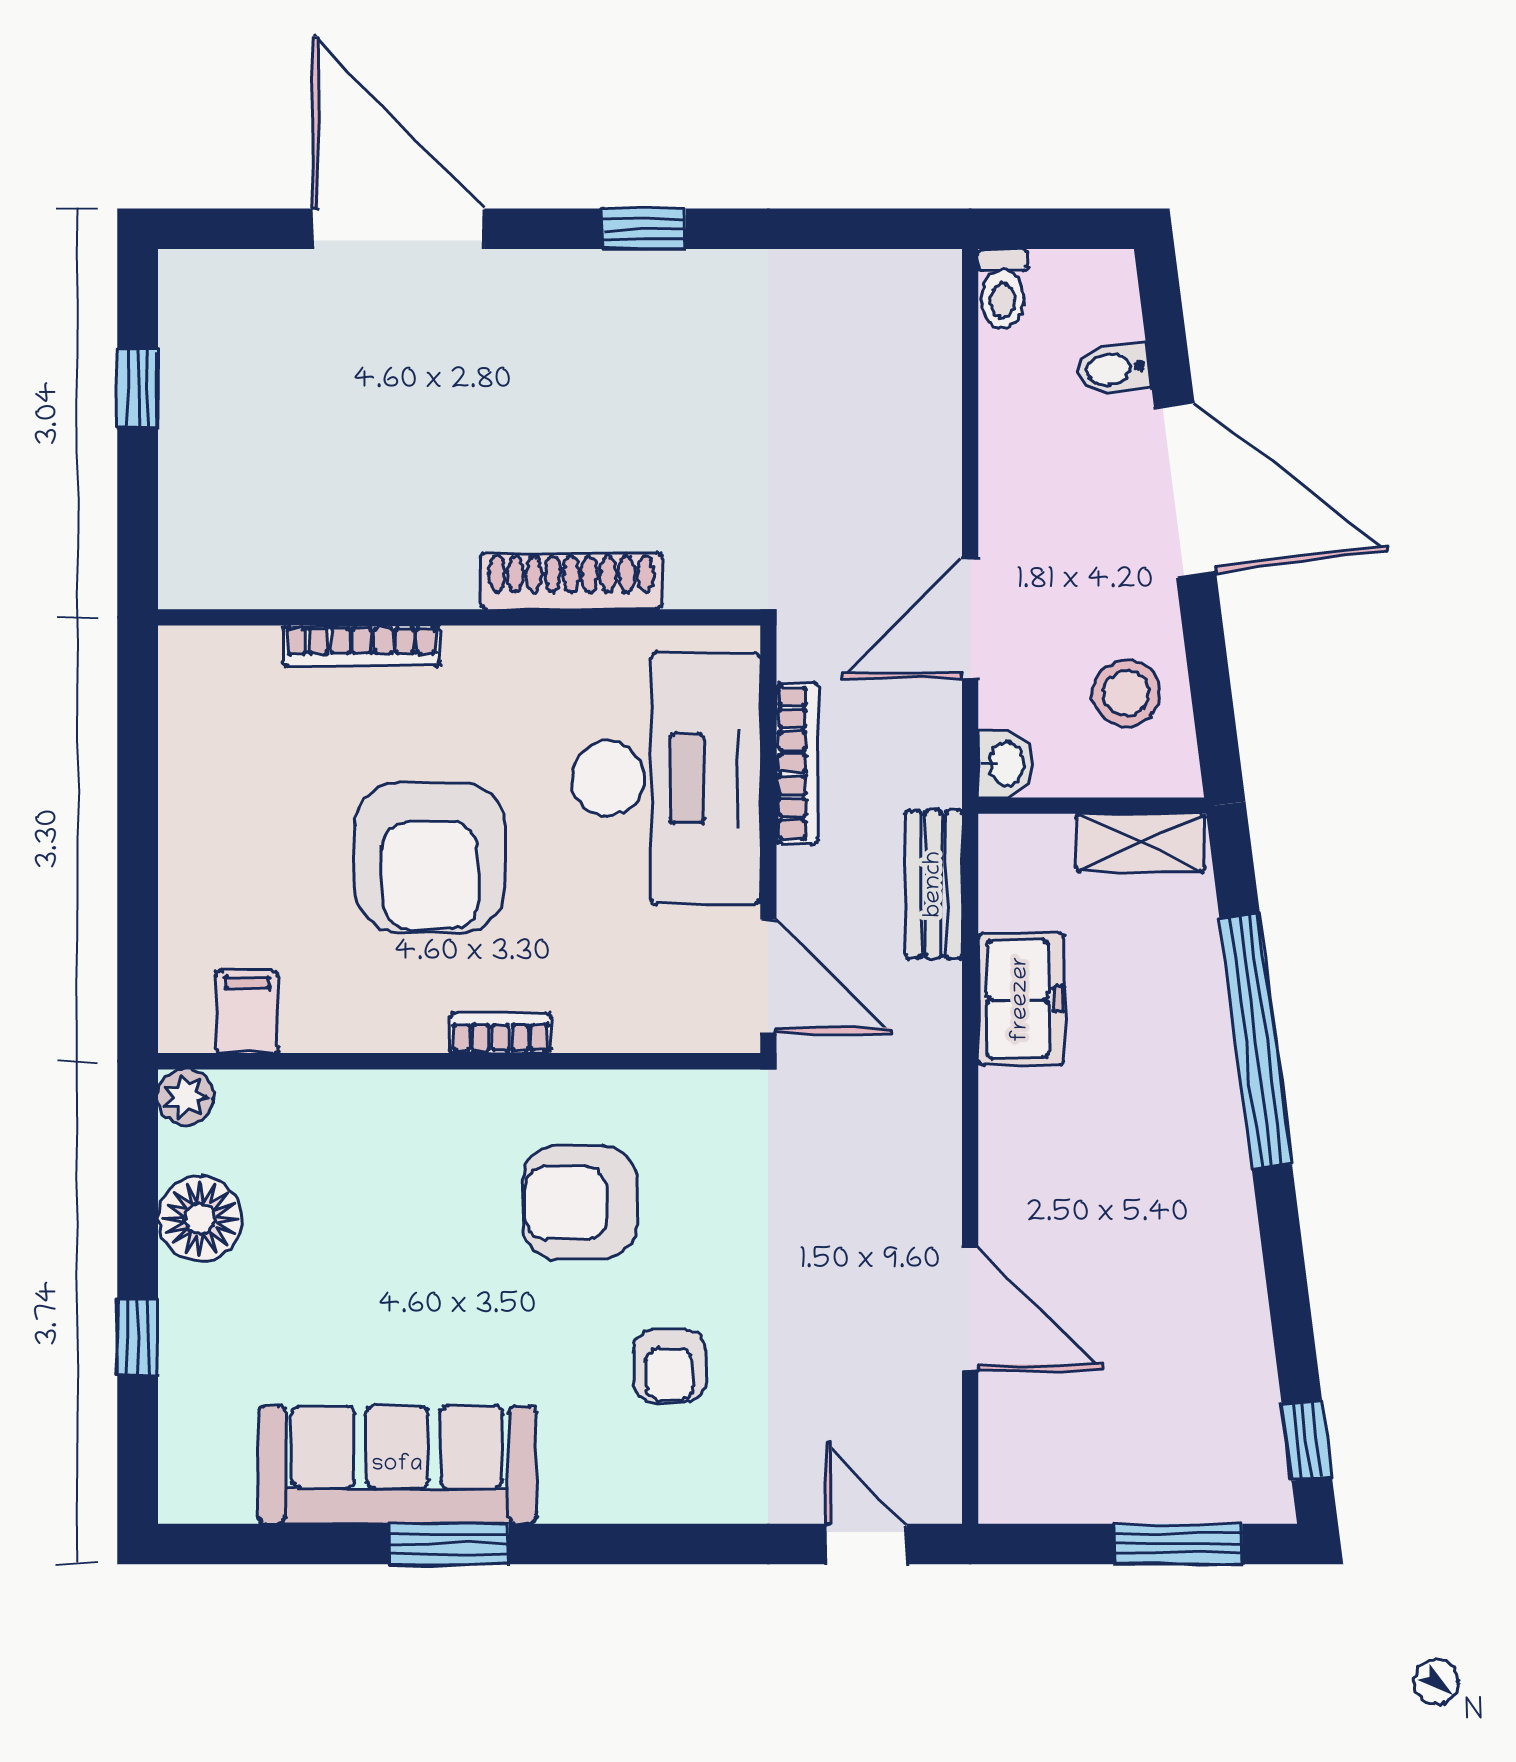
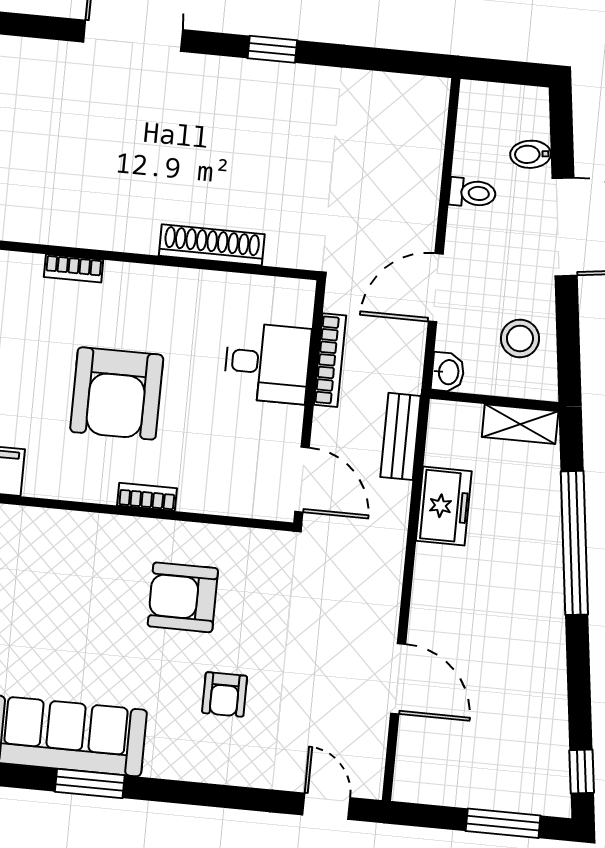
toilet: (1003, 289) -> (472, 193), moved, turned -90
bookcase: (362, 646) -> (74, 268), width x0.64
desk: (666, 779) -> (267, 363), width x0.53, depth x0.77

